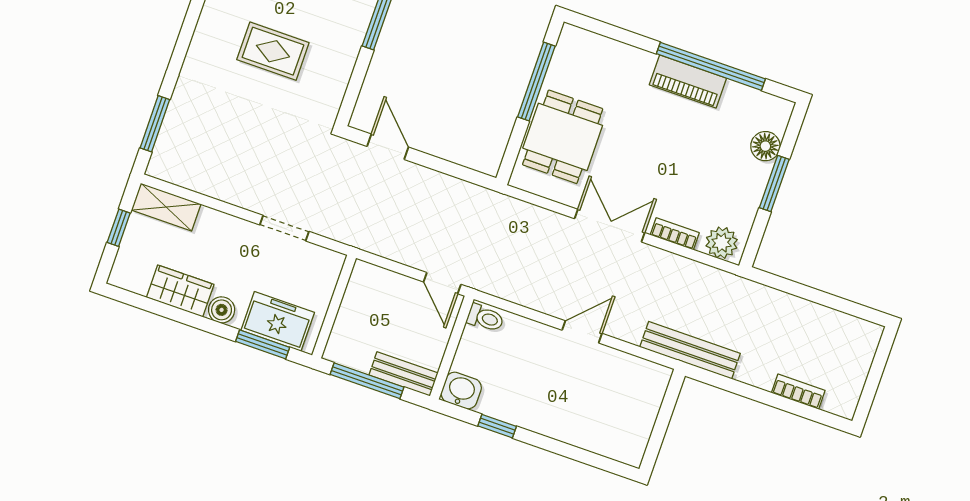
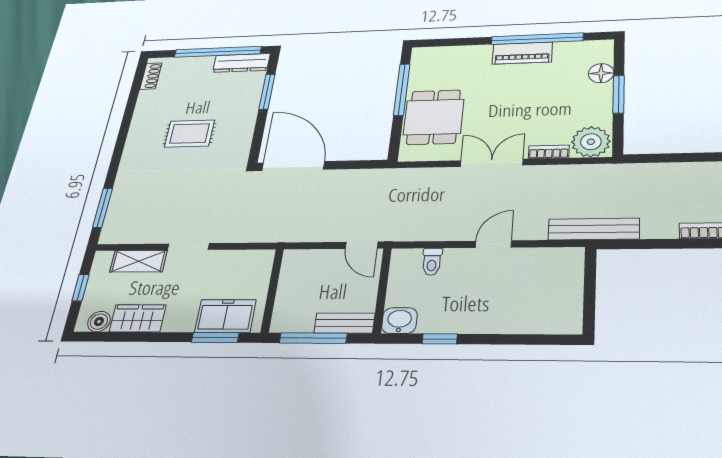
door: (388, 147) -> (293, 166), width x1.88
shelving: (166, 207) -> (138, 261), moved
doorway: (284, 228) -> (188, 247), moved
plant: (722, 243) -> (591, 142), width x1.36, depth x1.36
boiler: (222, 310) -> (99, 322), moved
toilet: (485, 318) -> (432, 262), moved, turned 90

